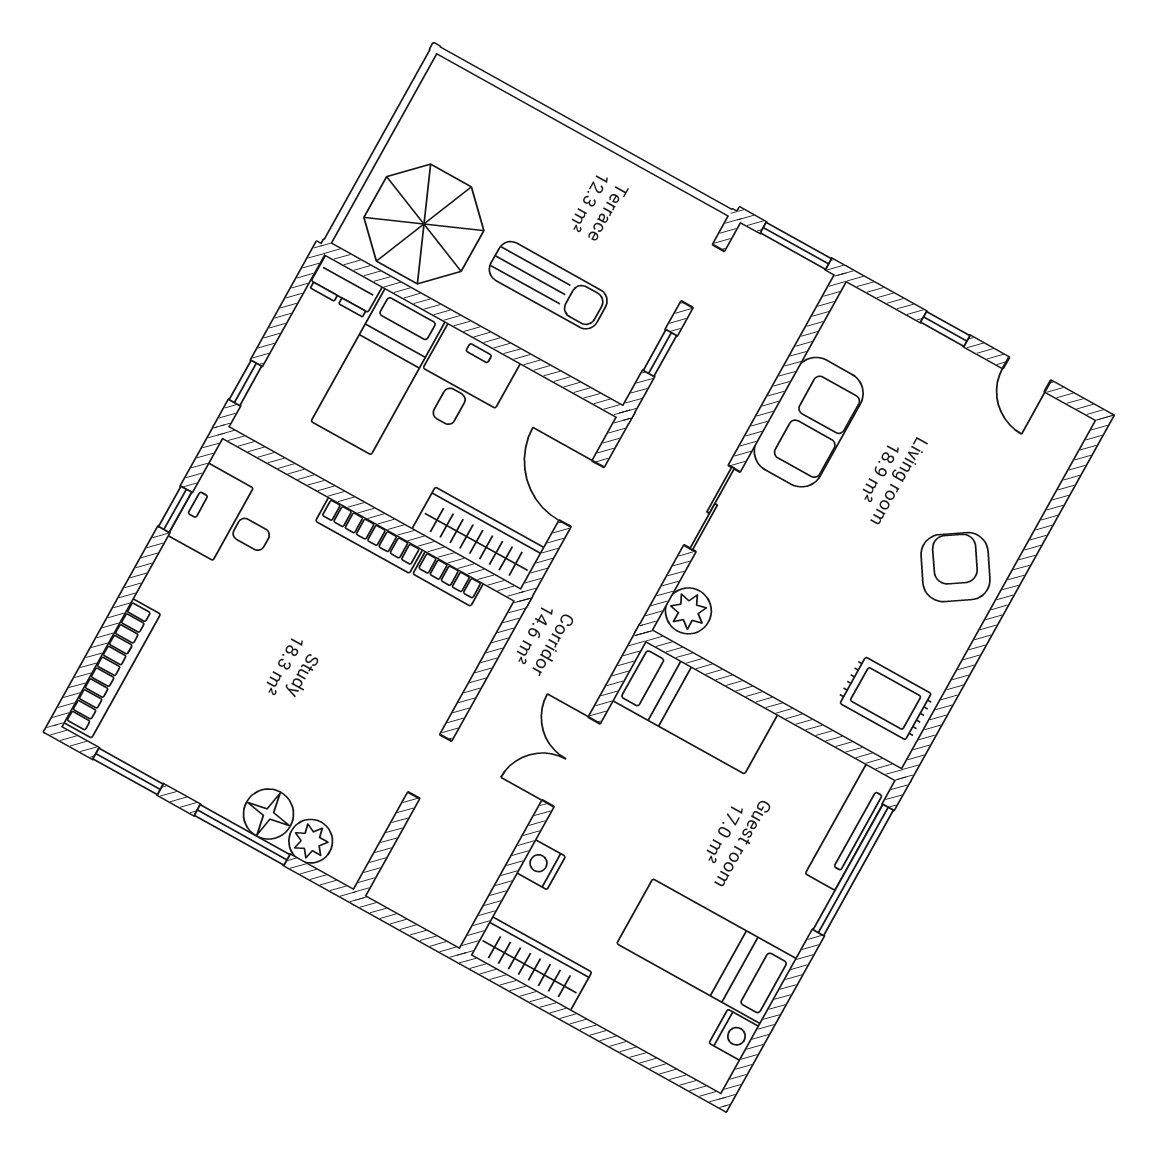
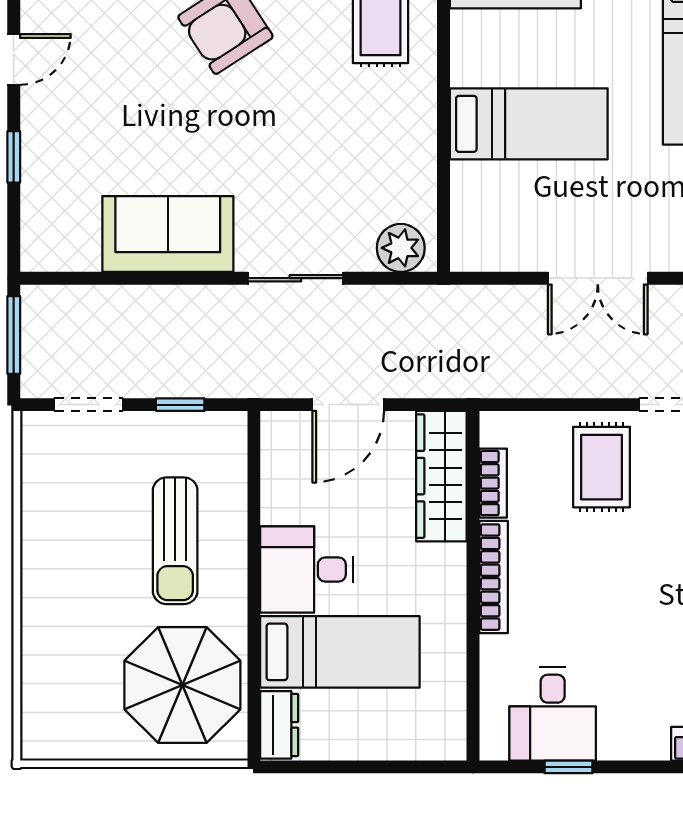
sun lounger: (548, 285) -> (175, 541), turned 180
window: (245, 383) -> (418, 767), removed
rug: (411, 677) -> (602, 467), added
bed: (695, 707) -> (529, 124), moved, turned 90

